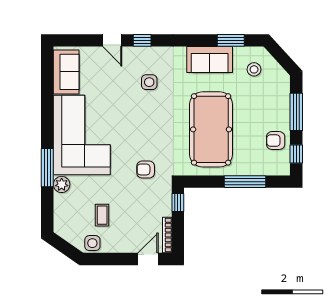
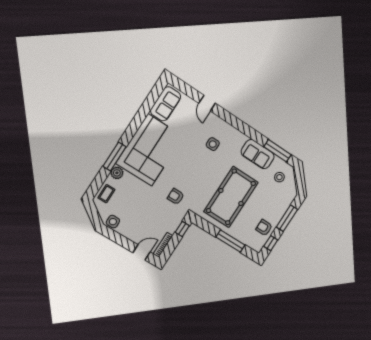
window: (142, 40) -> (225, 115), removed
window: (231, 40) -> (277, 151), width x1.44
coffee table: (102, 215) -> (106, 194), moved

